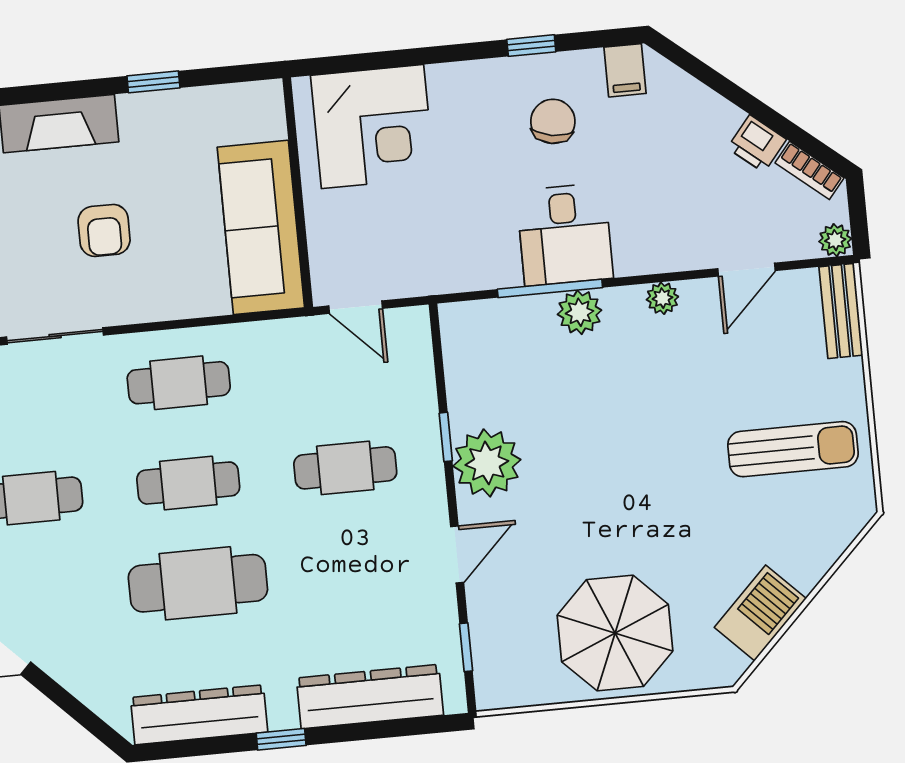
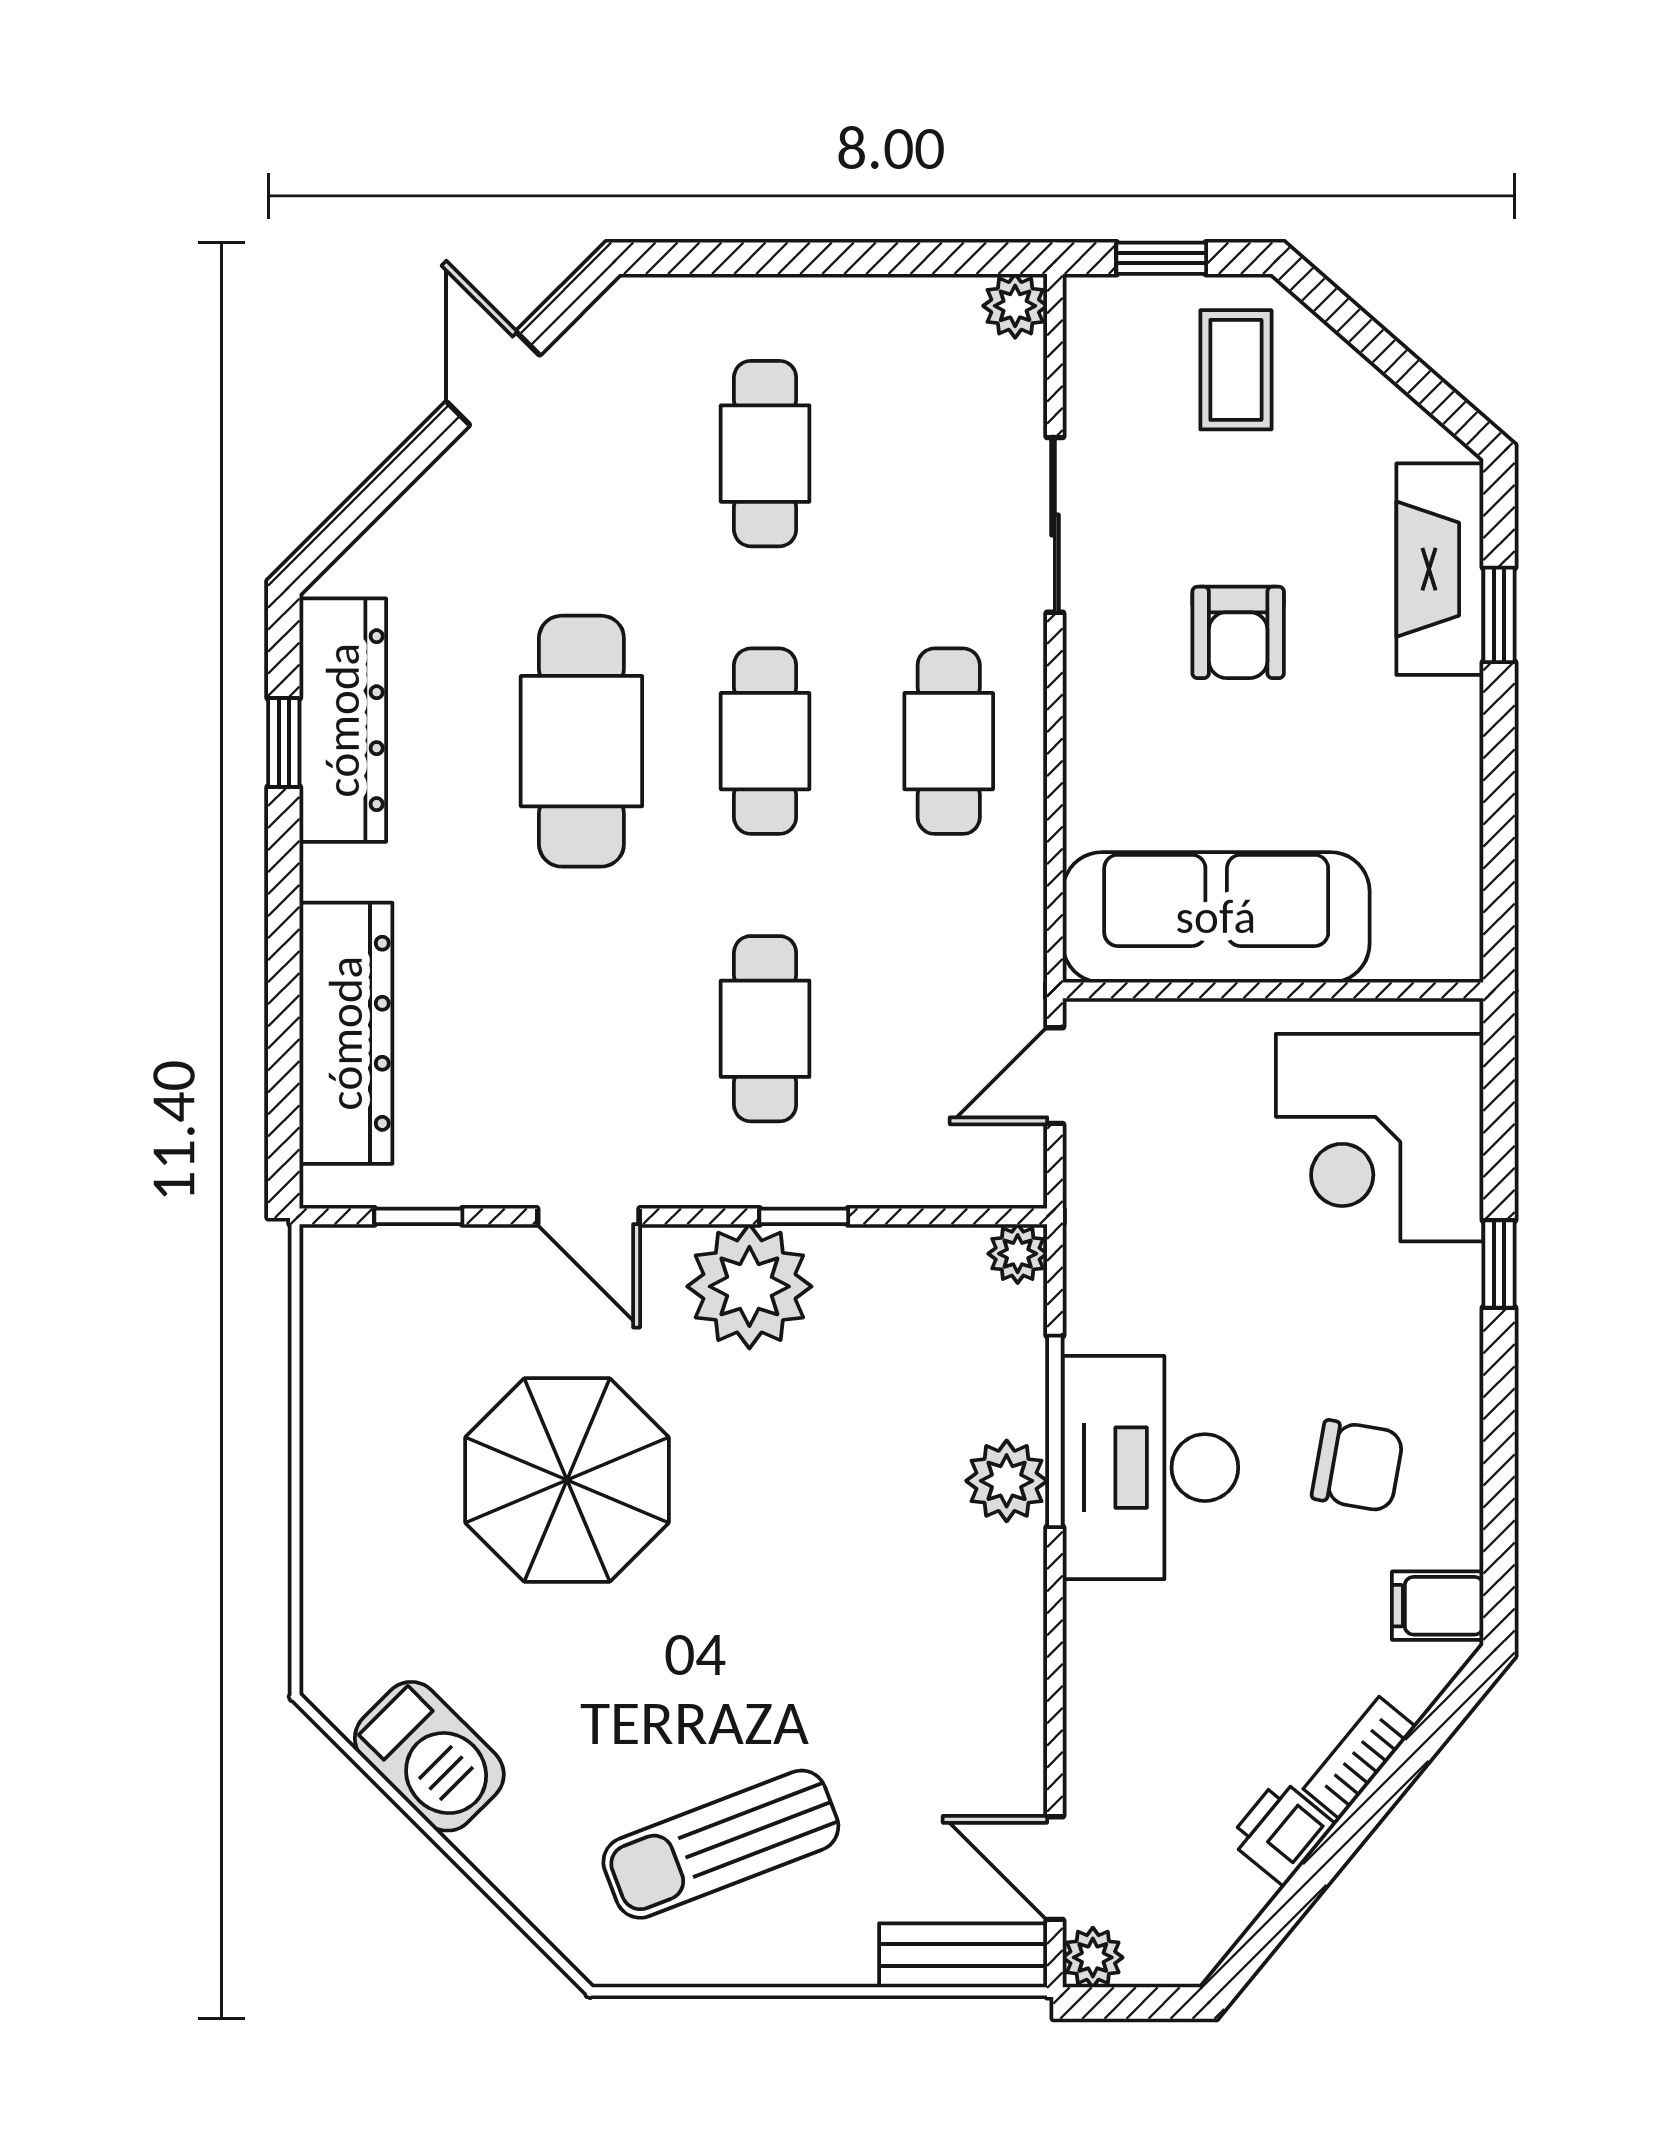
window: (531, 46) -> (1499, 1264), moved
window: (153, 82) -> (1499, 615), moved
bookcase: (809, 170) -> (1360, 1758), moved
armchair: (104, 230) -> (1238, 632), turned -90
desk: (565, 234) -> (1150, 1468), width x1.37
door: (747, 270) -> (1055, 1868), moved
plant: (662, 298) -> (1018, 1254), moved
sun lounger: (793, 449) -> (721, 1844), turned 69
parasol: (615, 633) -> (567, 1480), moved
window: (281, 739) -> (284, 743), moved

